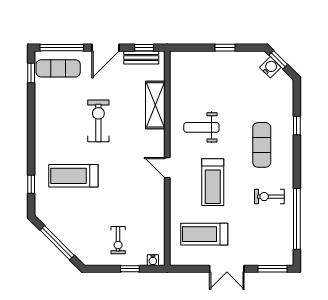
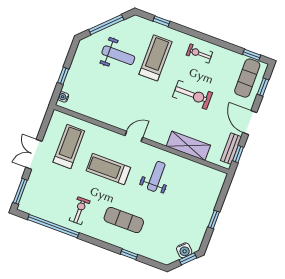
window: (62, 48) -> (263, 87), width x0.46
weight bench: (85, 217) -> (118, 55), added
exercise bike: (118, 240) -> (199, 54), moved

